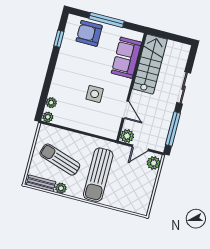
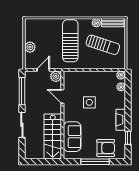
fireplace: (62, 63) -> (121, 120), added
plant: (154, 163) -> (30, 47), moved

